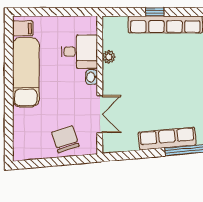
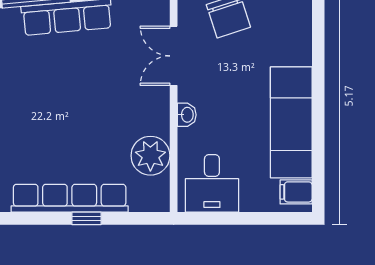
desk: (79, 52) -> (212, 183), moved, turned -90
plant: (109, 57) -> (150, 156), width x1.88, depth x1.88

